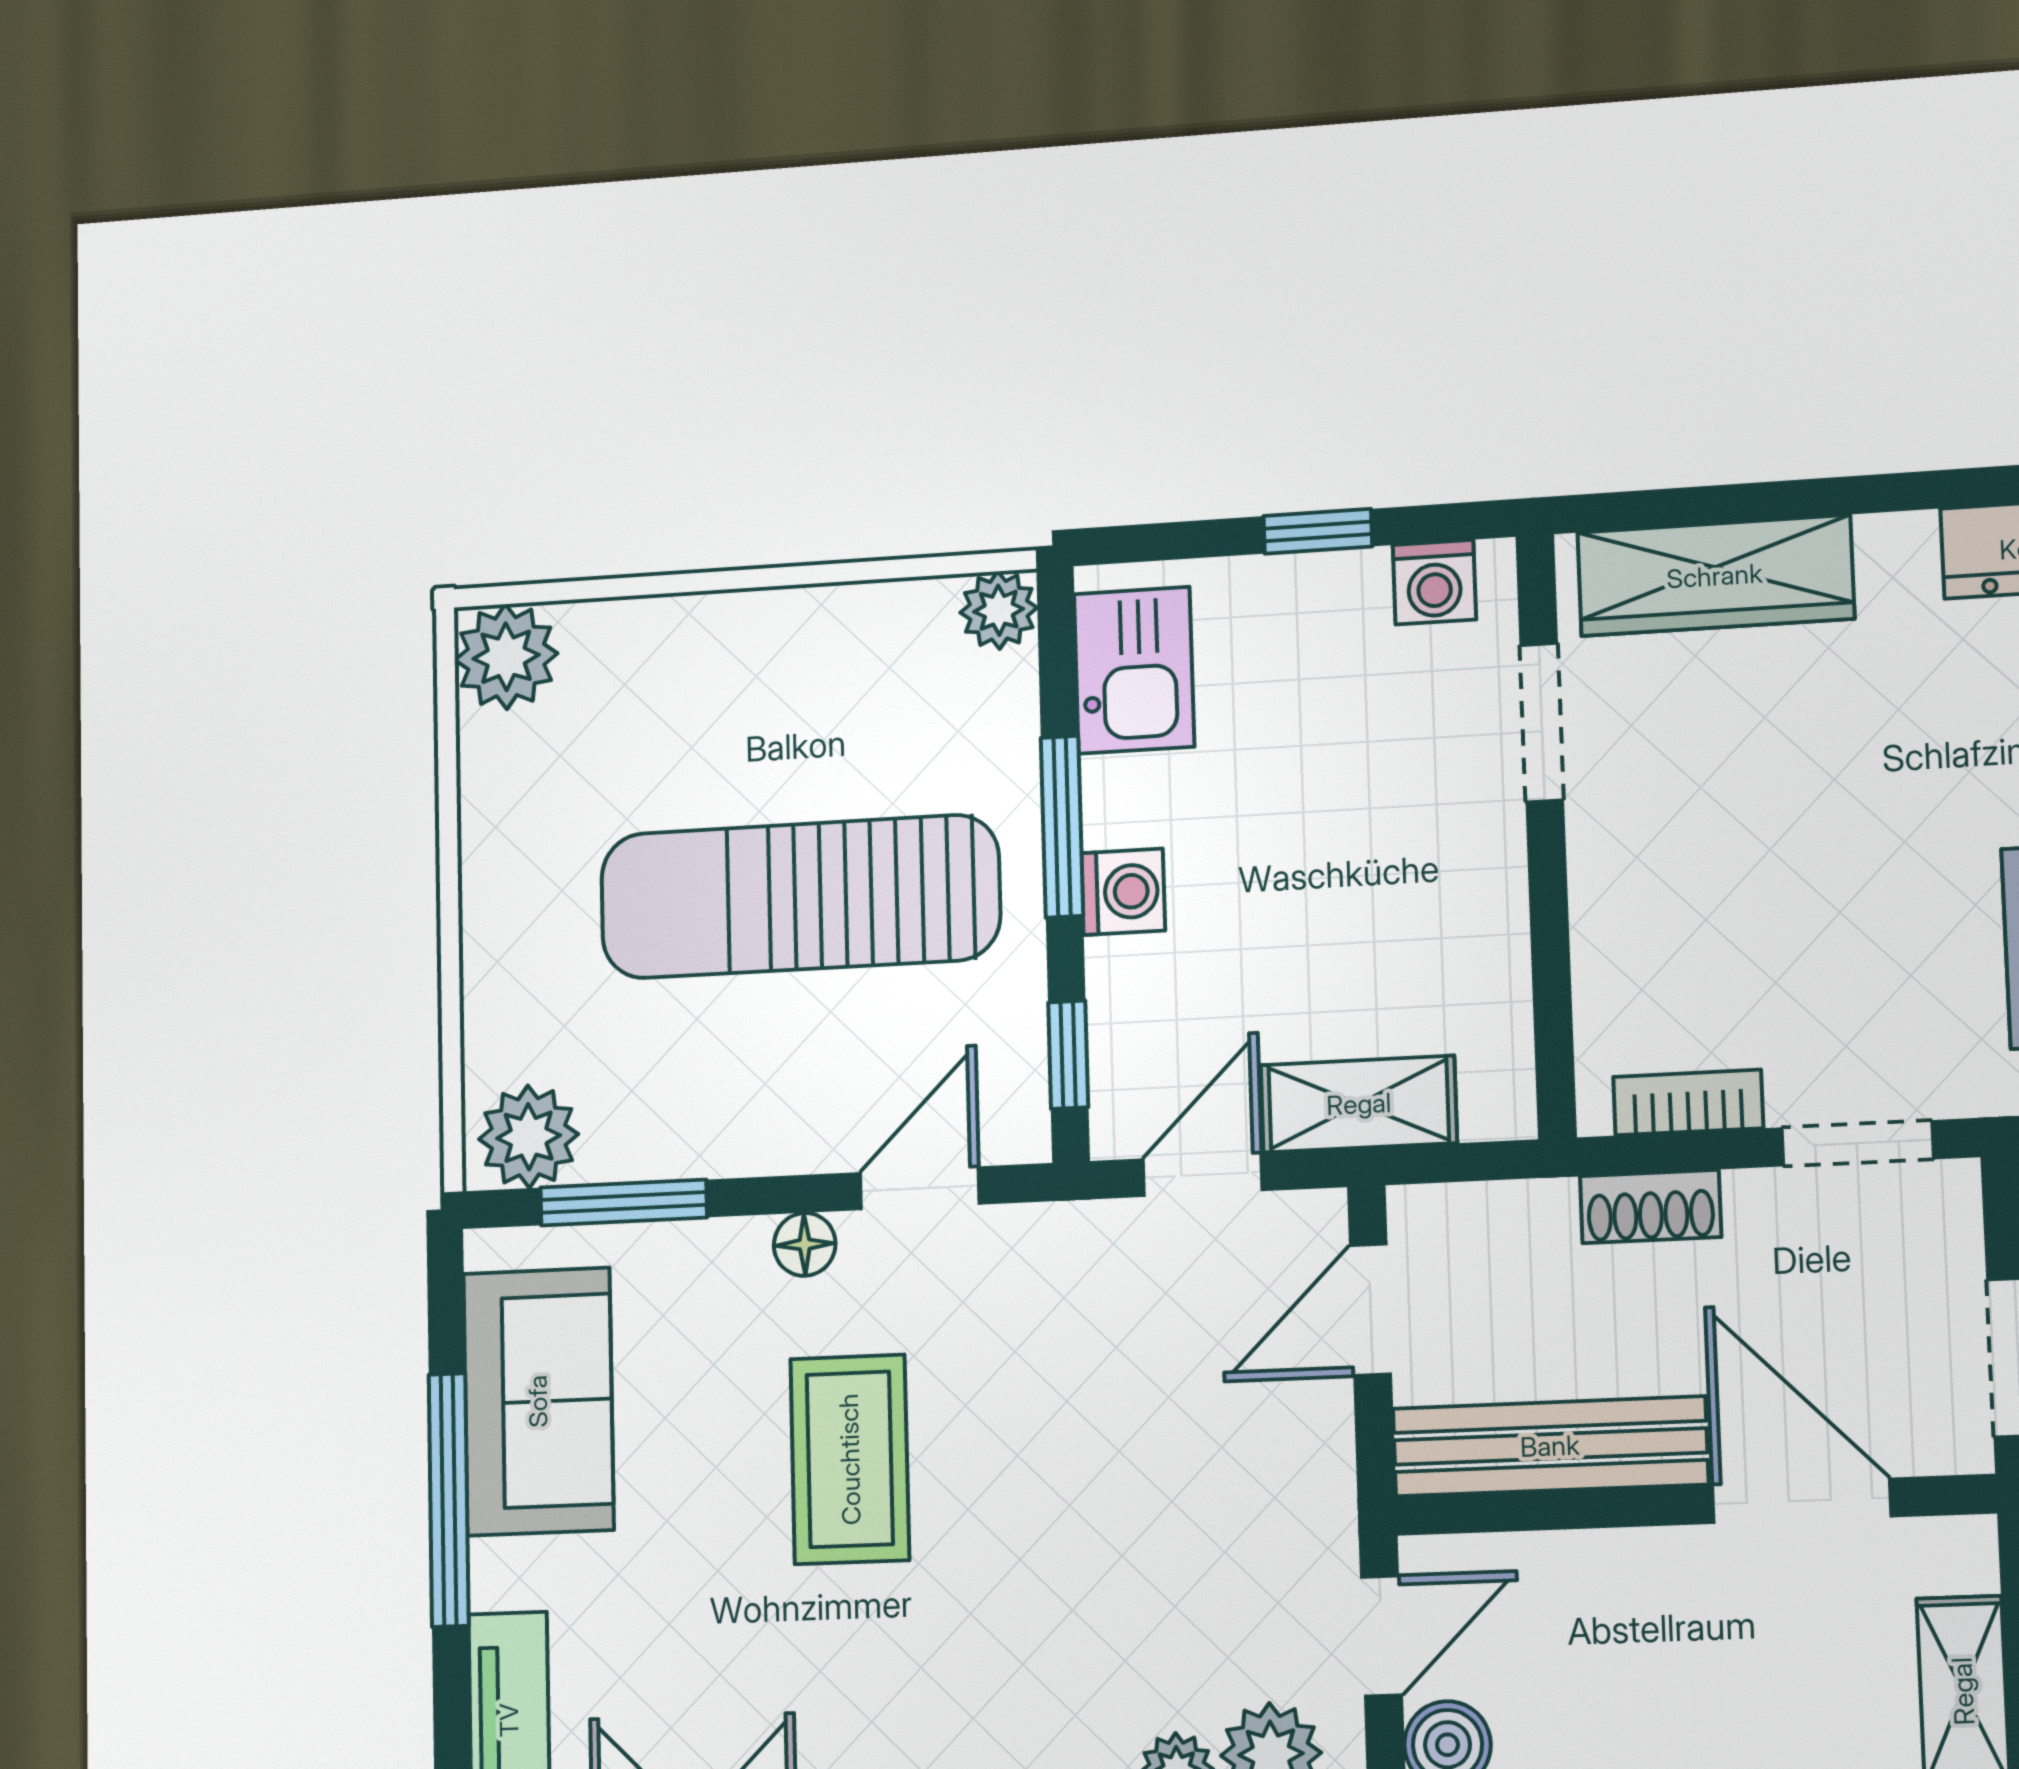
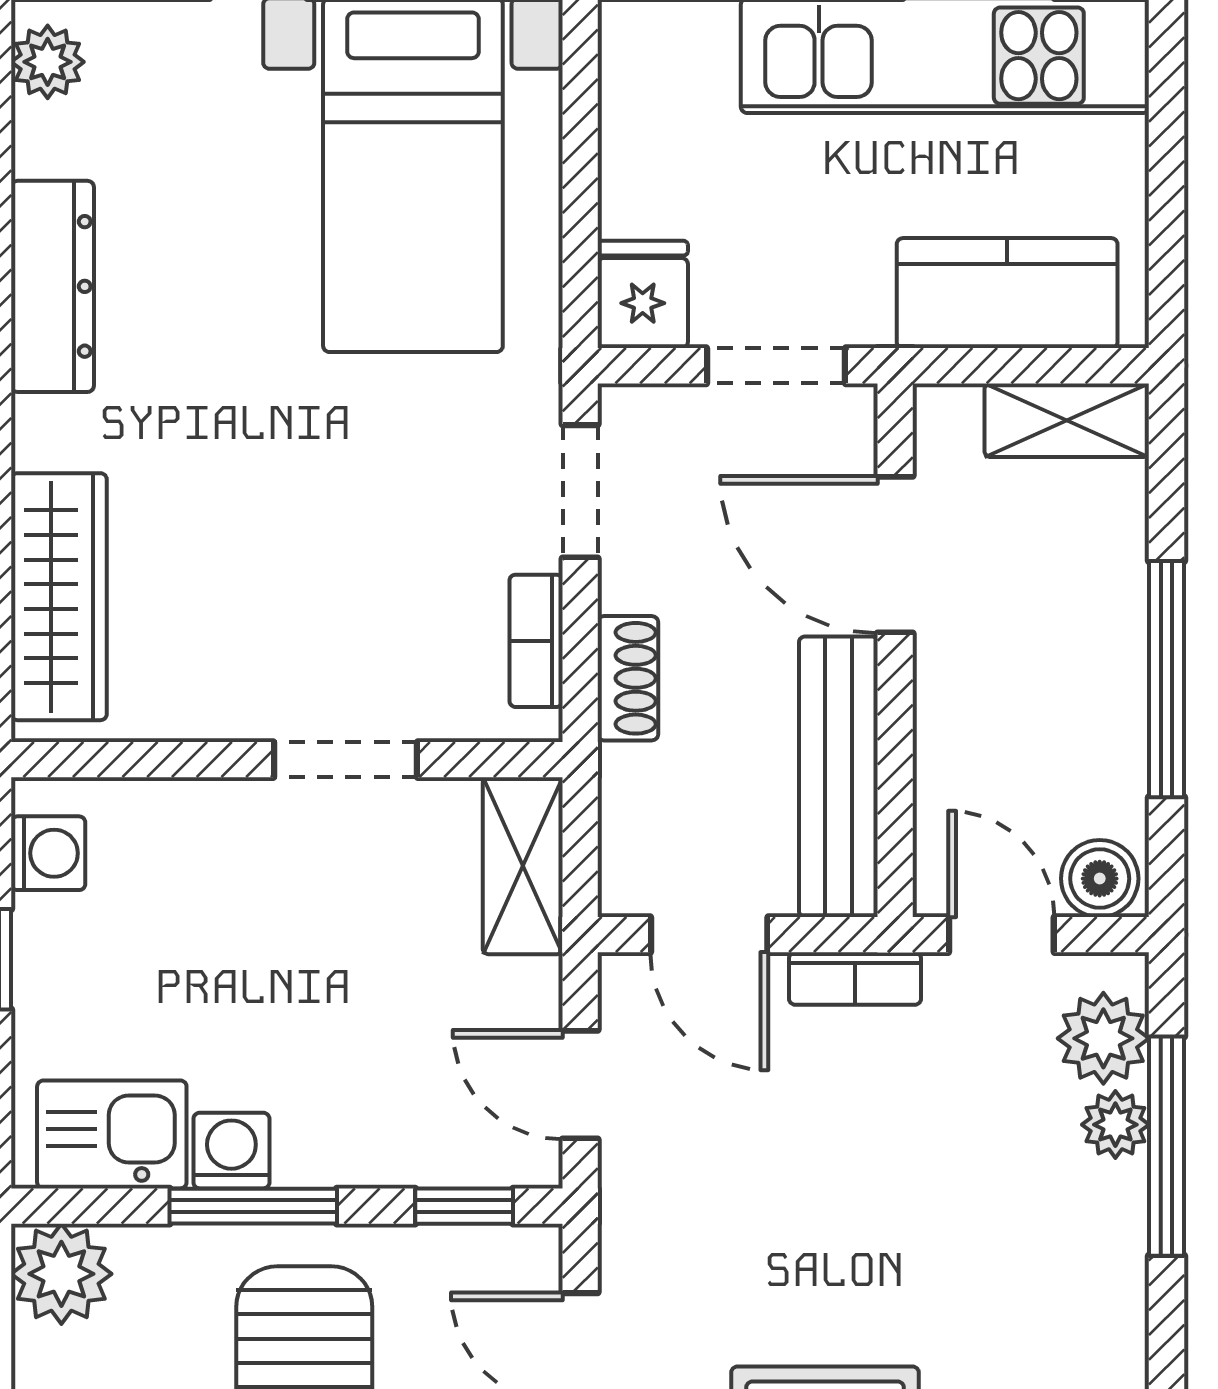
plant: (999, 610) -> (61, 1274), width x1.38, depth x1.38
doorway: (1542, 722) -> (346, 760), moved
washing machine: (1123, 892) -> (231, 1151), moved
shelving: (1359, 1104) -> (523, 866), moved
bookcase: (1328, 1474) -> (855, 979), added
door: (1802, 1501) -> (895, 555), hinge flipped

